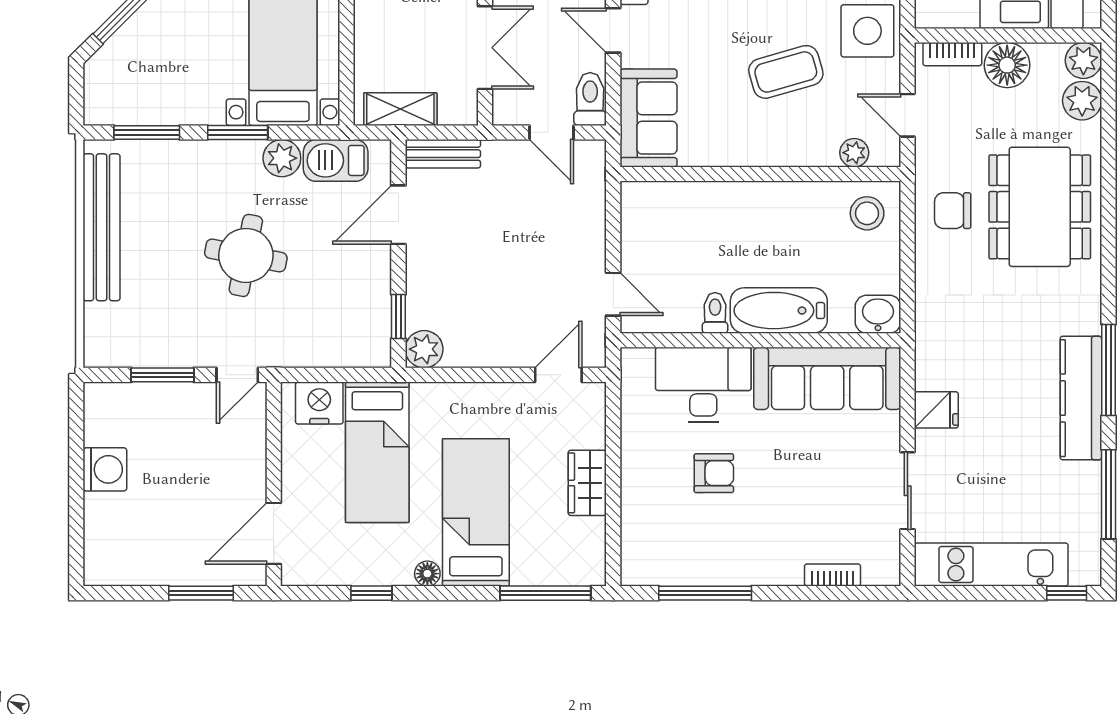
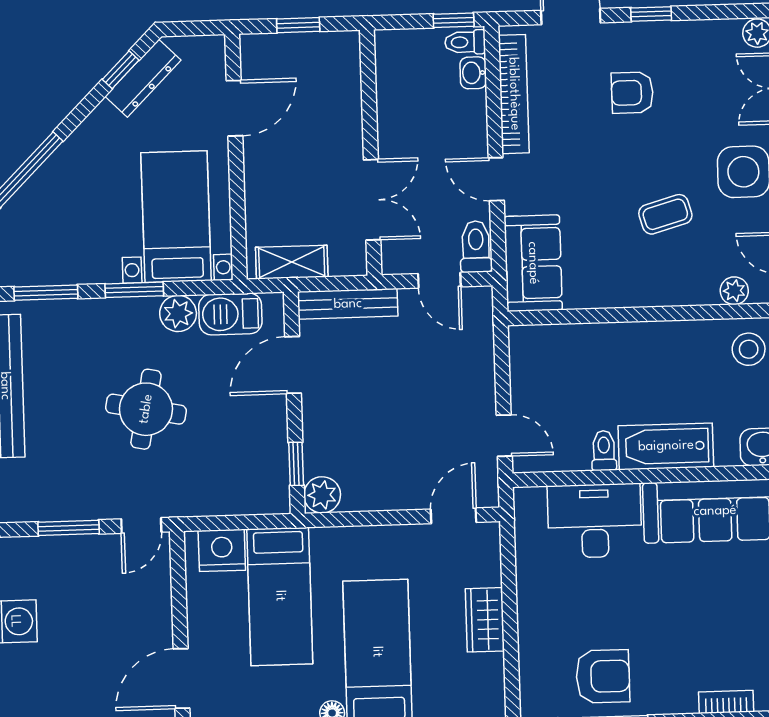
coffee table: (786, 72) -> (665, 214), width x0.73, depth x0.77
bench: (443, 154) -> (348, 304), width x1.36
armchair: (714, 473) -> (603, 676), moved, width x1.38, depth x1.38

